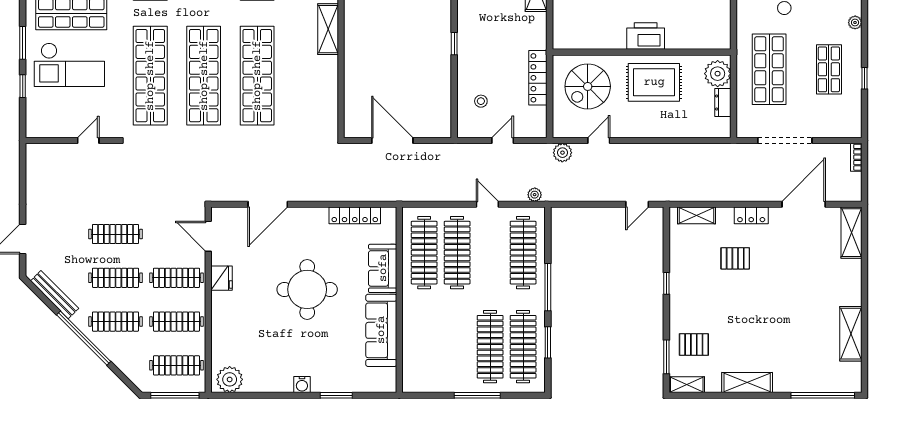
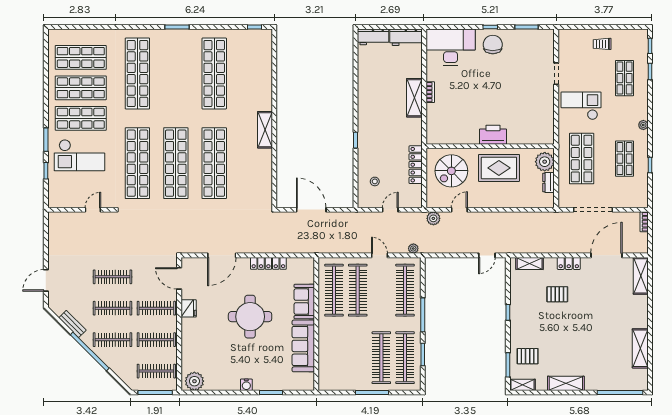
locker: (355, 215) -> (268, 263), moved
bench: (55, 295) -> (72, 324), width x0.73

